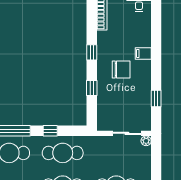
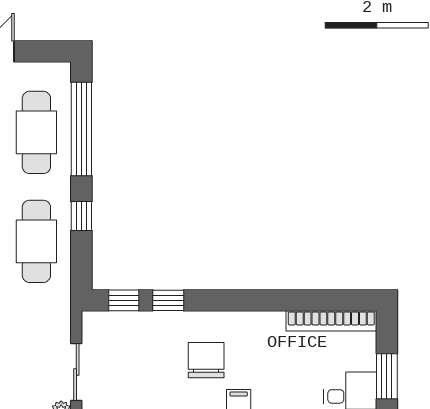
window: (92, 52) -> (124, 300), moved
chair: (121, 69) -> (206, 360), turned 180

